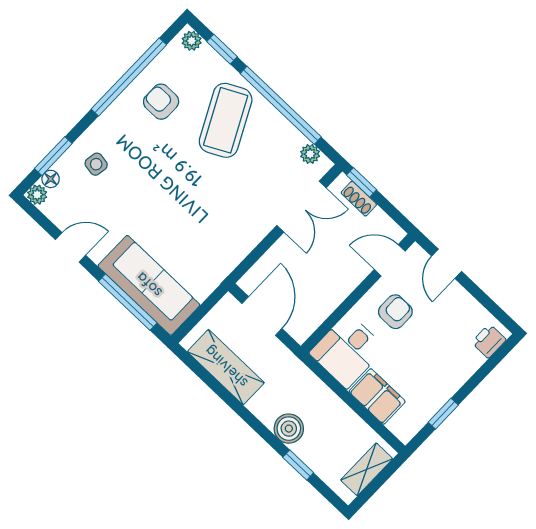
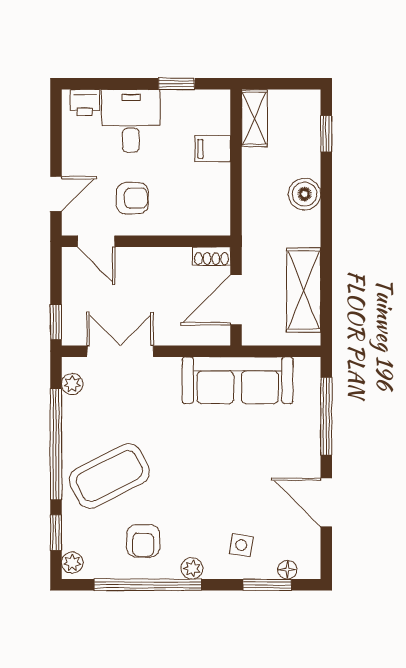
plant: (37, 195) -> (192, 568), moved
shoe rack: (359, 199) -> (211, 256), moved, turned 90
door: (71, 247) -> (326, 502), width x1.38
sofa: (149, 285) -> (238, 380), moved, turned -90
armchair: (395, 312) -> (132, 198), turned 180
desk: (347, 351) -> (131, 121), moved, turned -90
filing cabinet: (377, 396) -> (213, 149), width x0.50
window: (298, 465) -> (326, 134), moved
shelving: (367, 469) -> (254, 118), moved, turned 90

